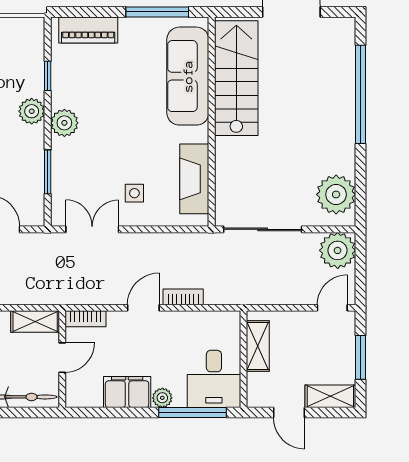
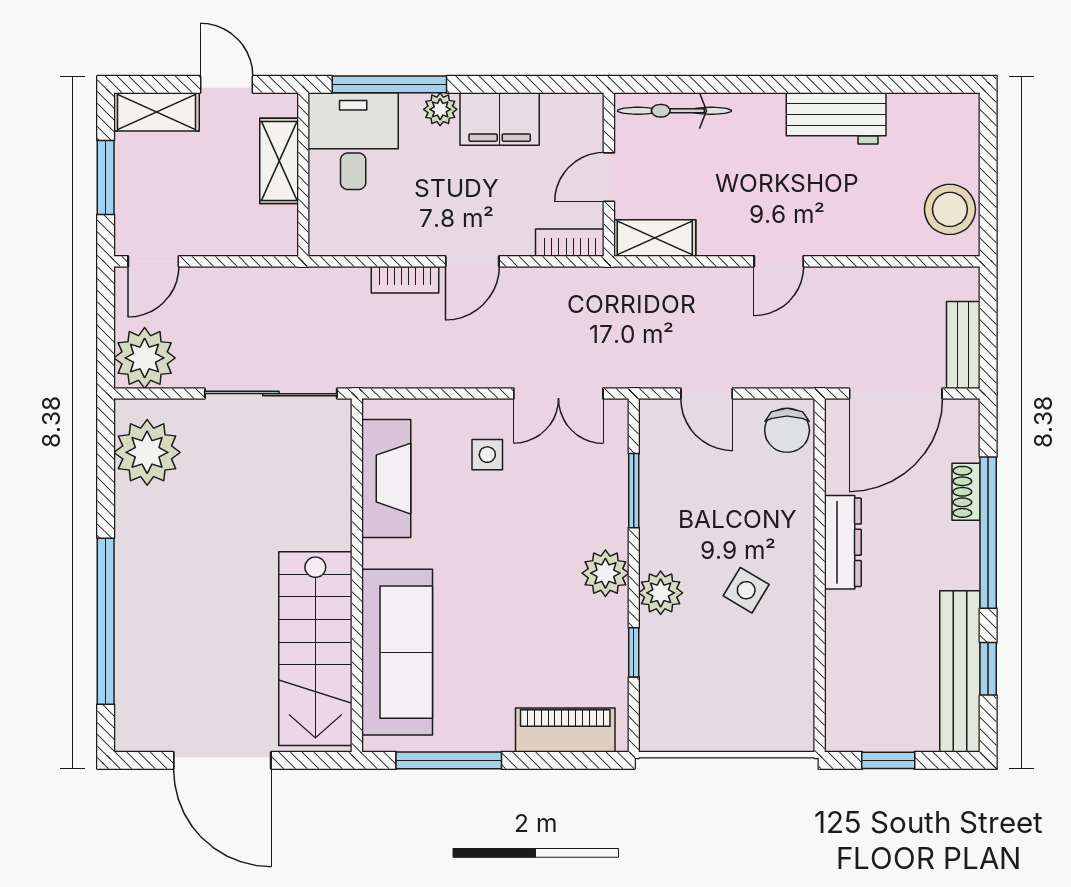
shelving: (258, 346) -> (279, 161), moved

